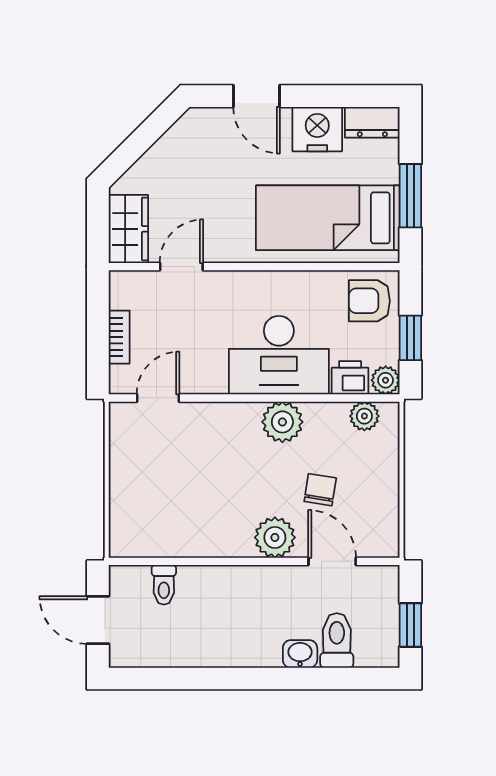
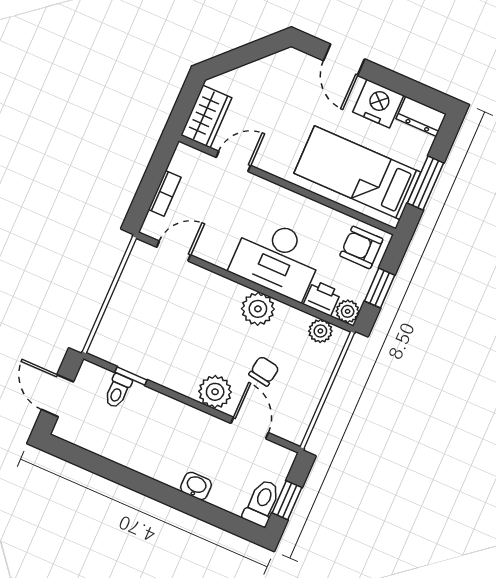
window: (172, 561) -> (131, 376), added
toilet: (337, 640) -> (262, 503), moved

